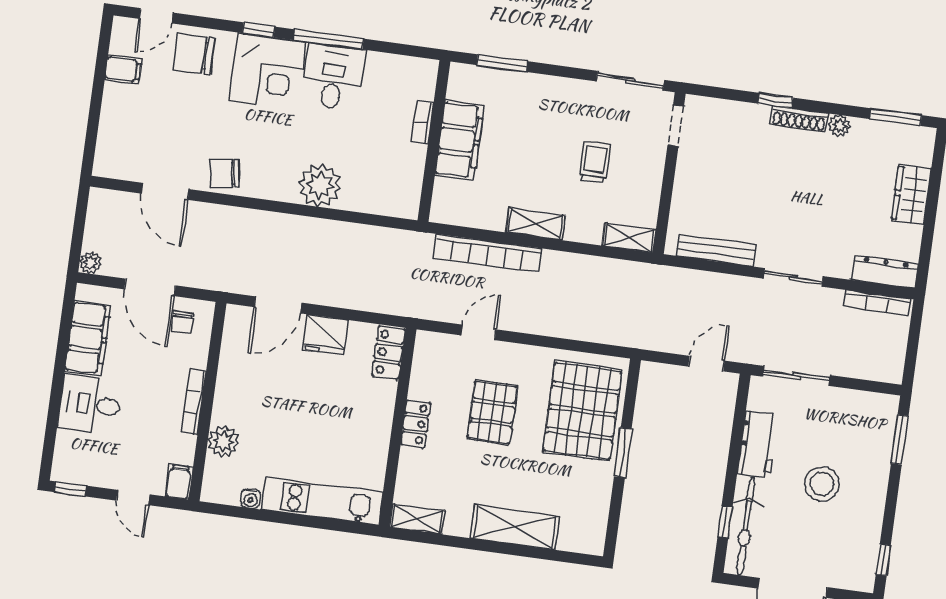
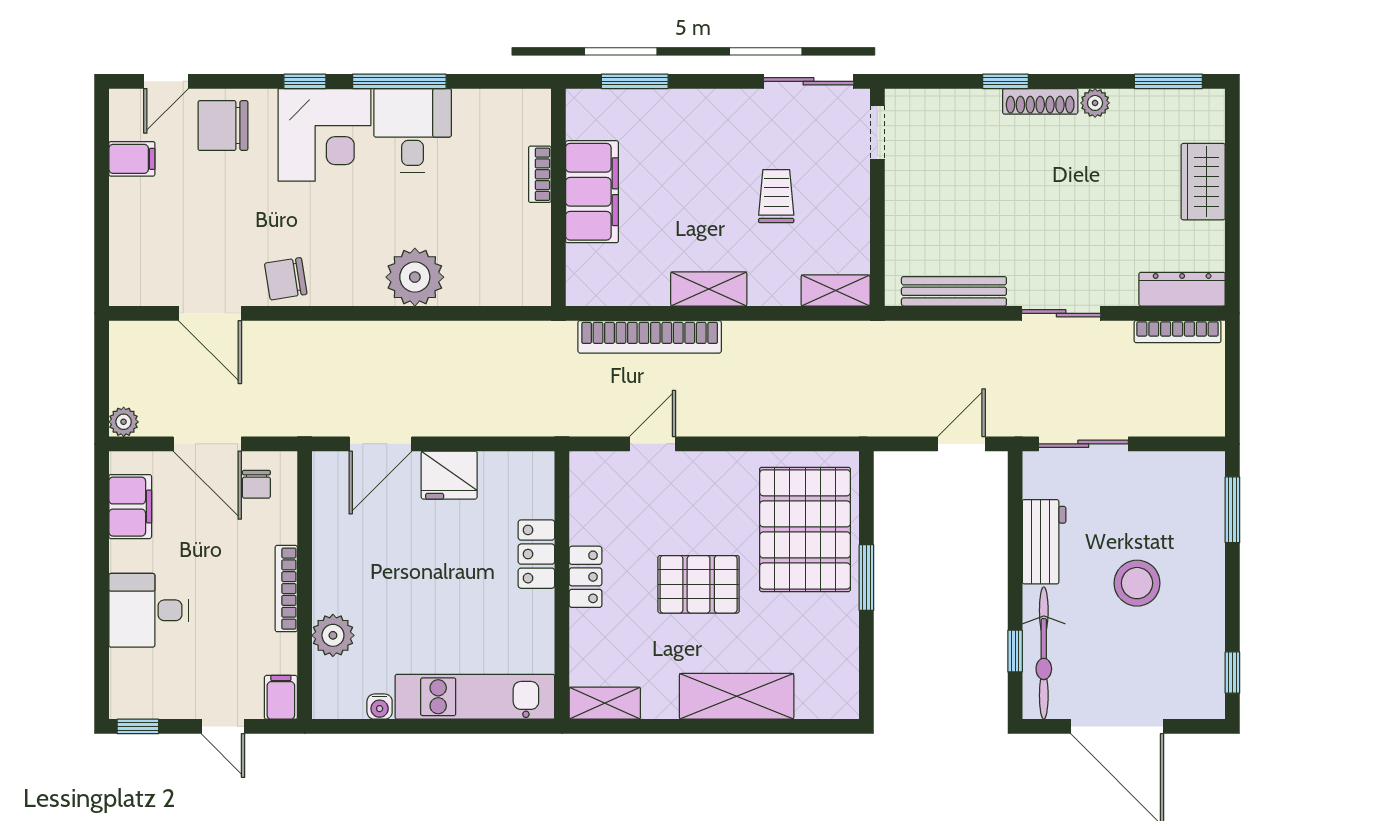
filing cabinet: (88, 338) -> (130, 507), width x0.67, depth x0.86
locker: (388, 353) -> (536, 554), moved
pallet: (492, 412) -> (699, 584), moved, turned 90

